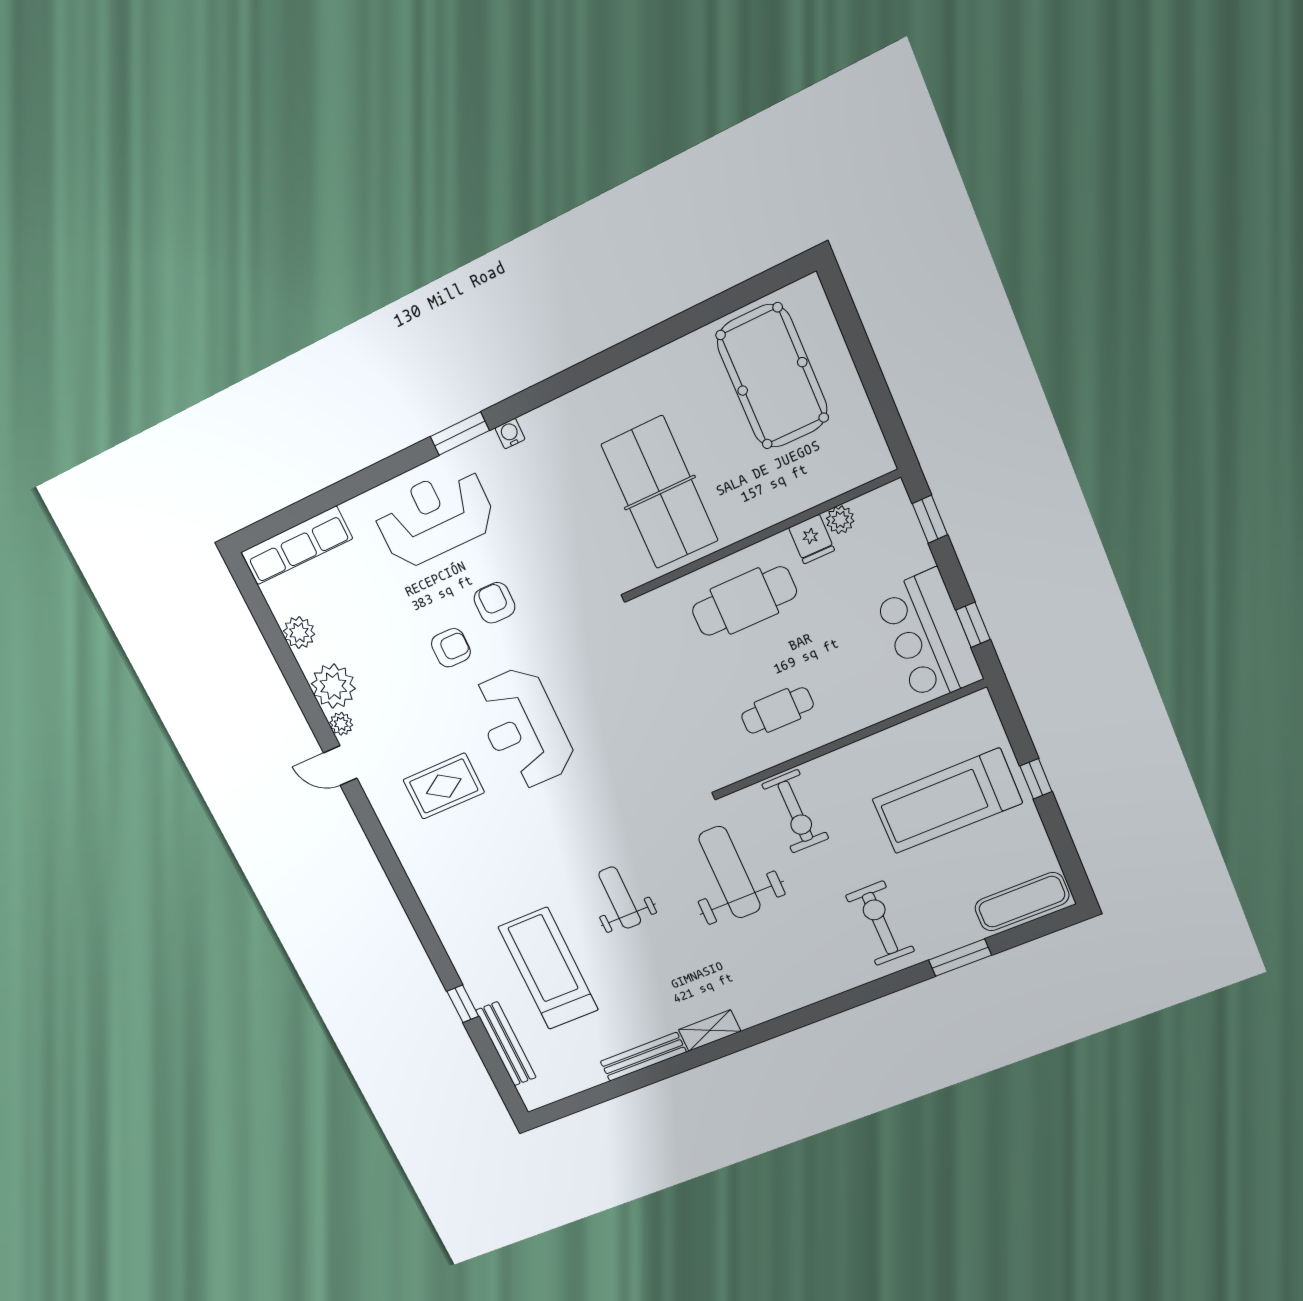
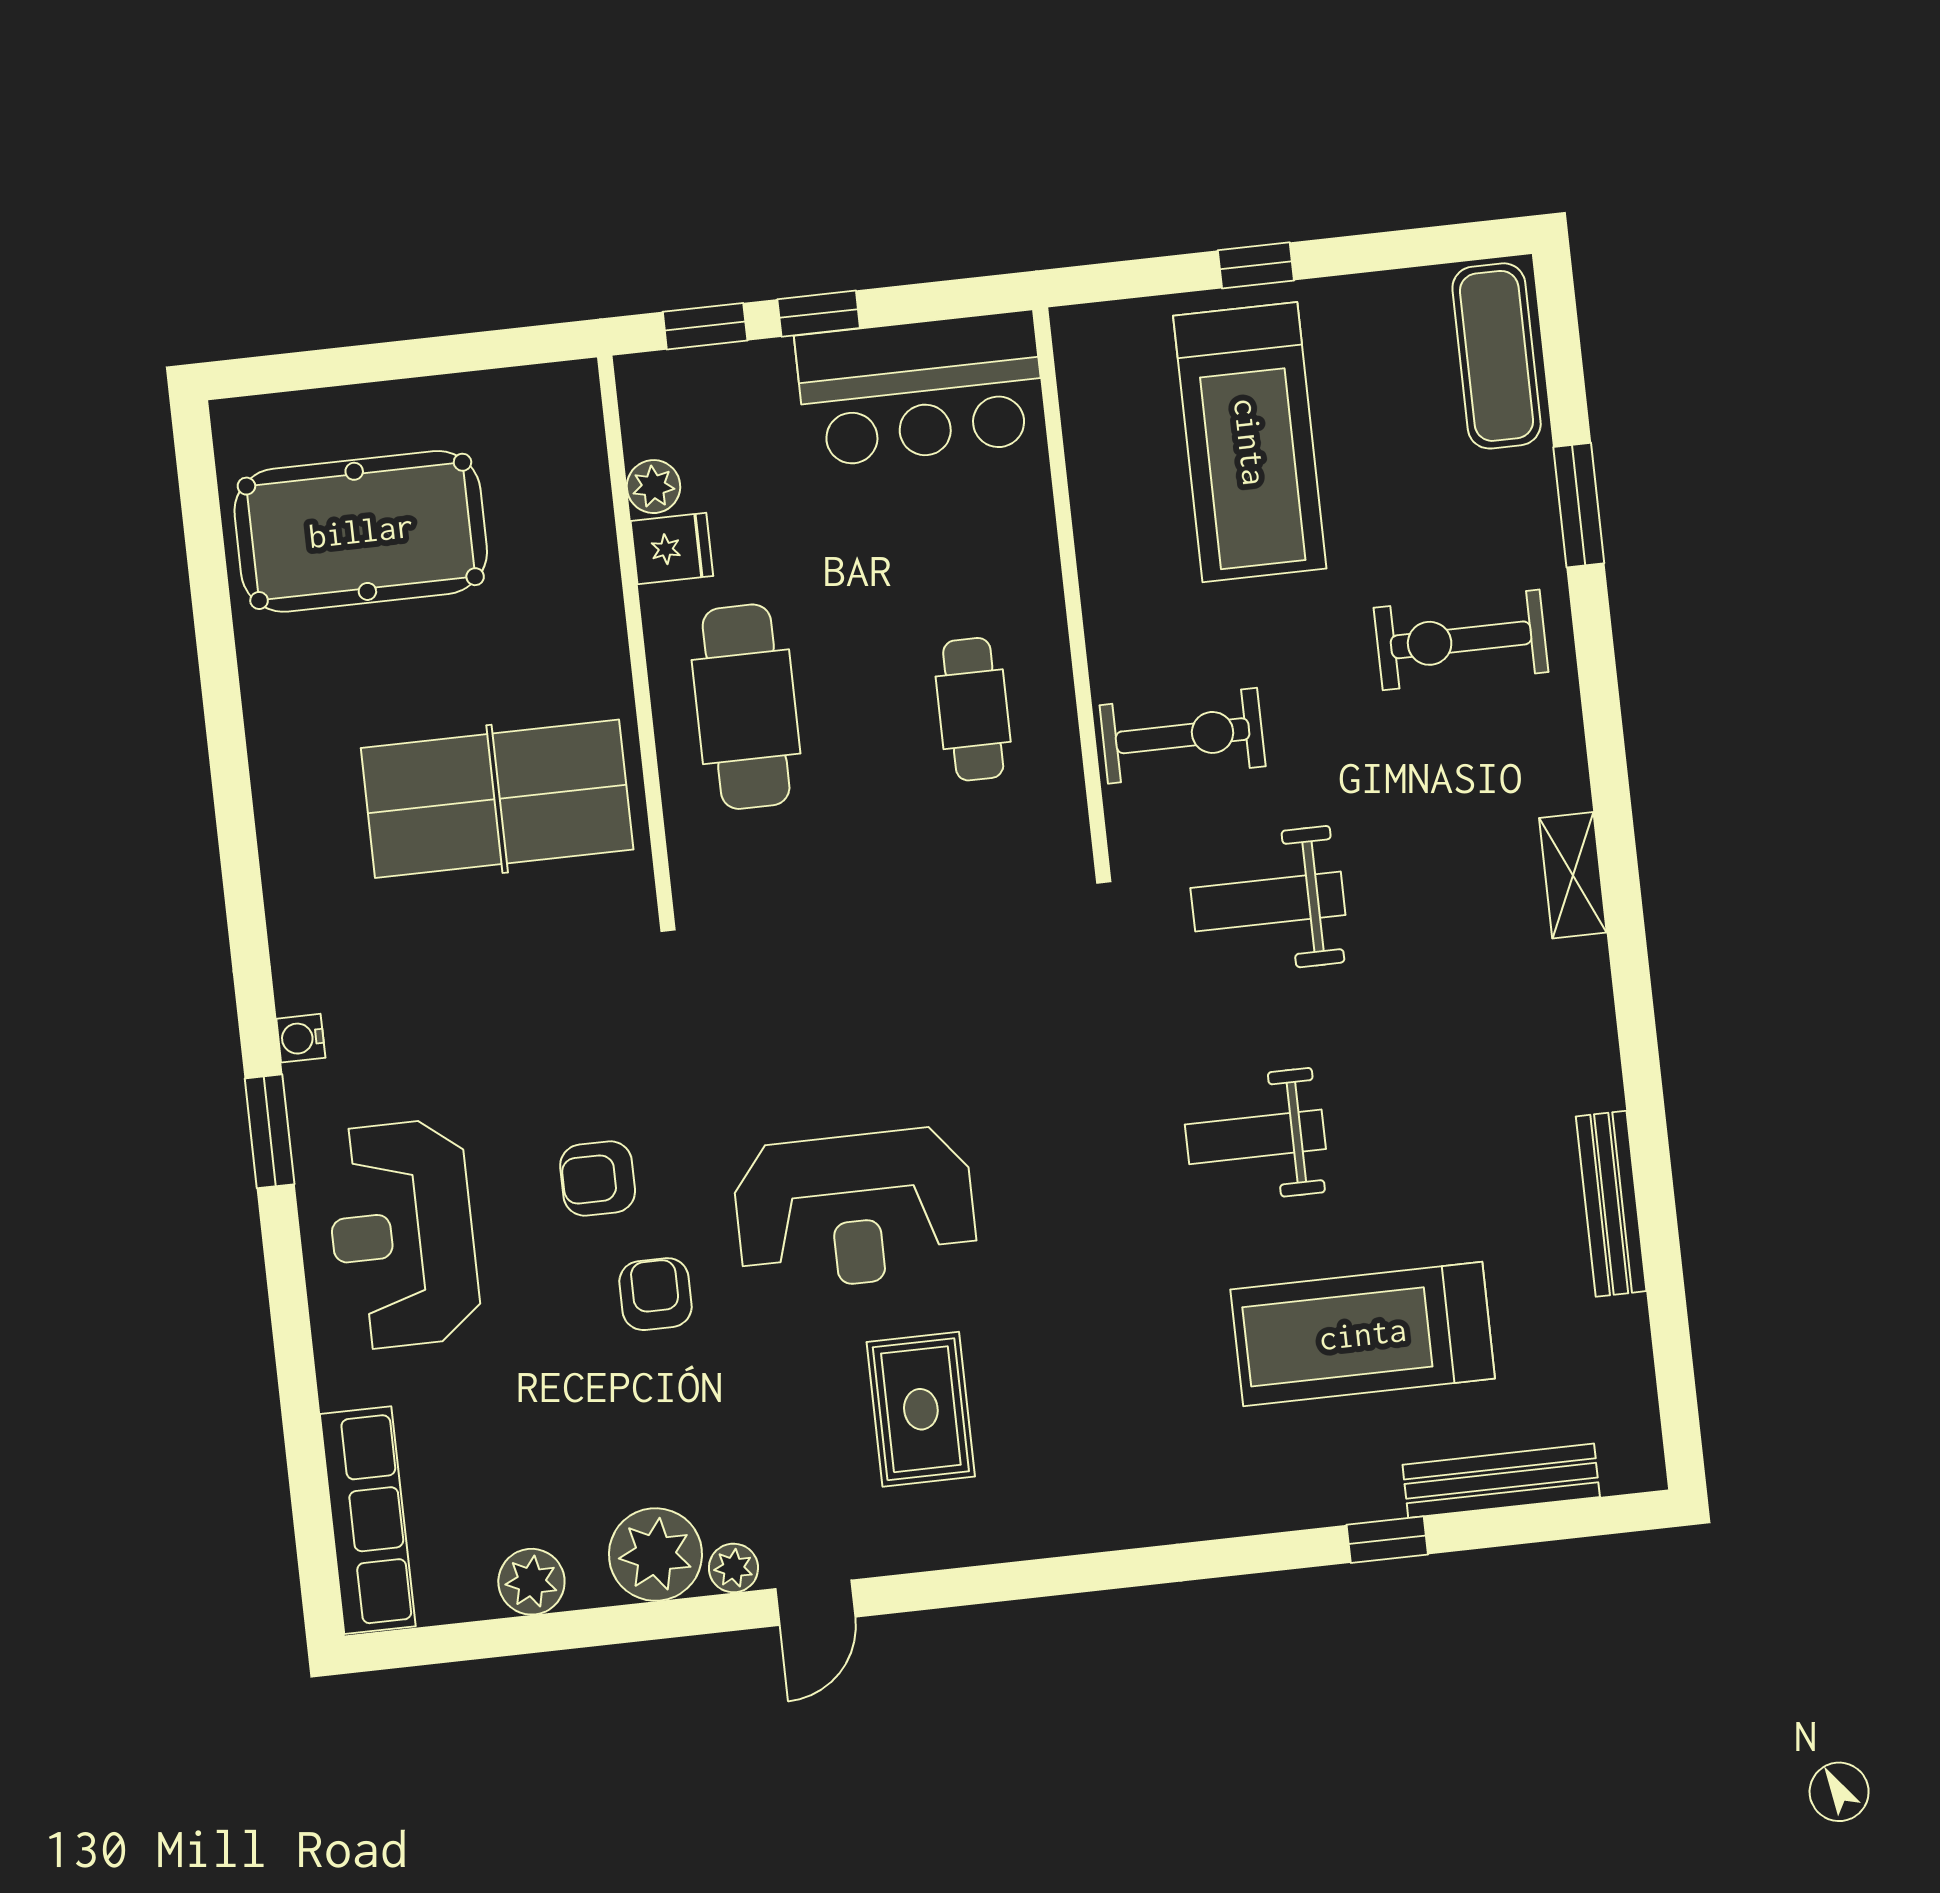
window: (973, 625) -> (819, 314), moved
weight bench: (730, 872) -> (1268, 902), width x0.73, depth x0.75
shelving: (710, 1030) -> (1573, 875), moved

